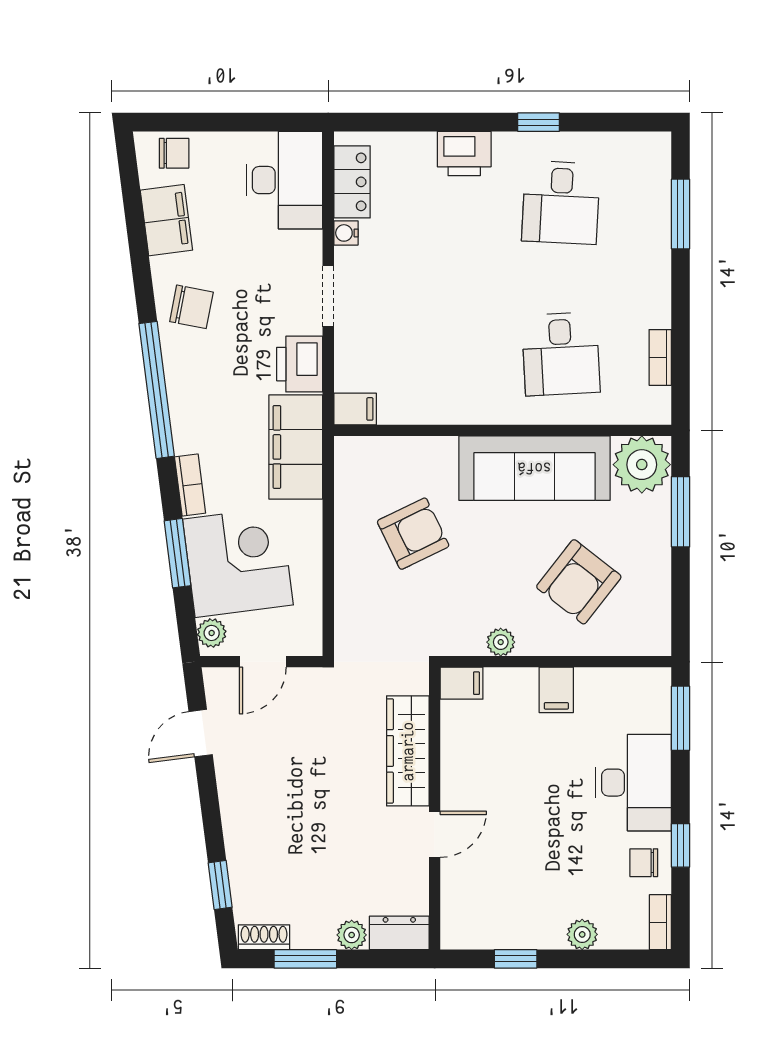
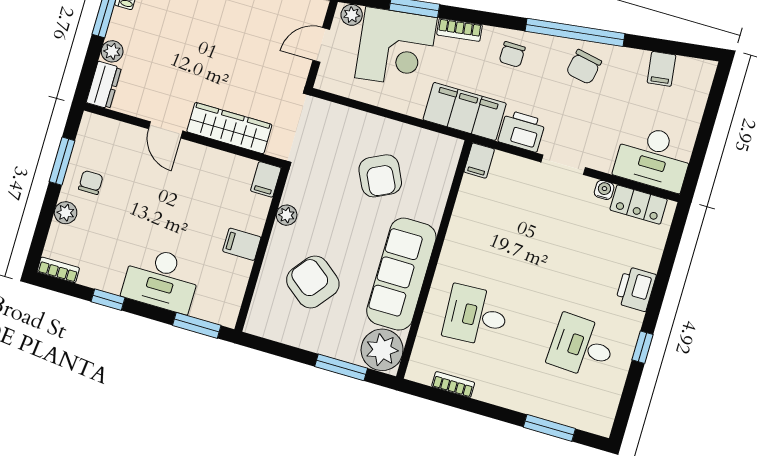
chair: (174, 153) -> (512, 54), moved
filing cabinet: (166, 220) -> (661, 69), width x0.50
window: (157, 390) -> (575, 32), moved
door: (263, 662) -> (321, 45), hinge flipped
chair: (644, 863) -> (91, 182), moved
window: (516, 959) -> (62, 161), width x1.50

